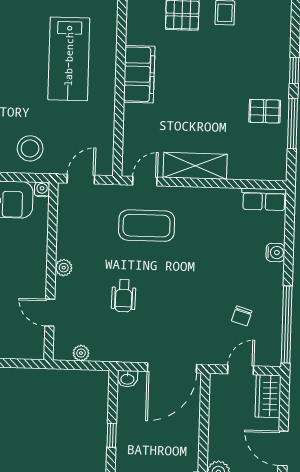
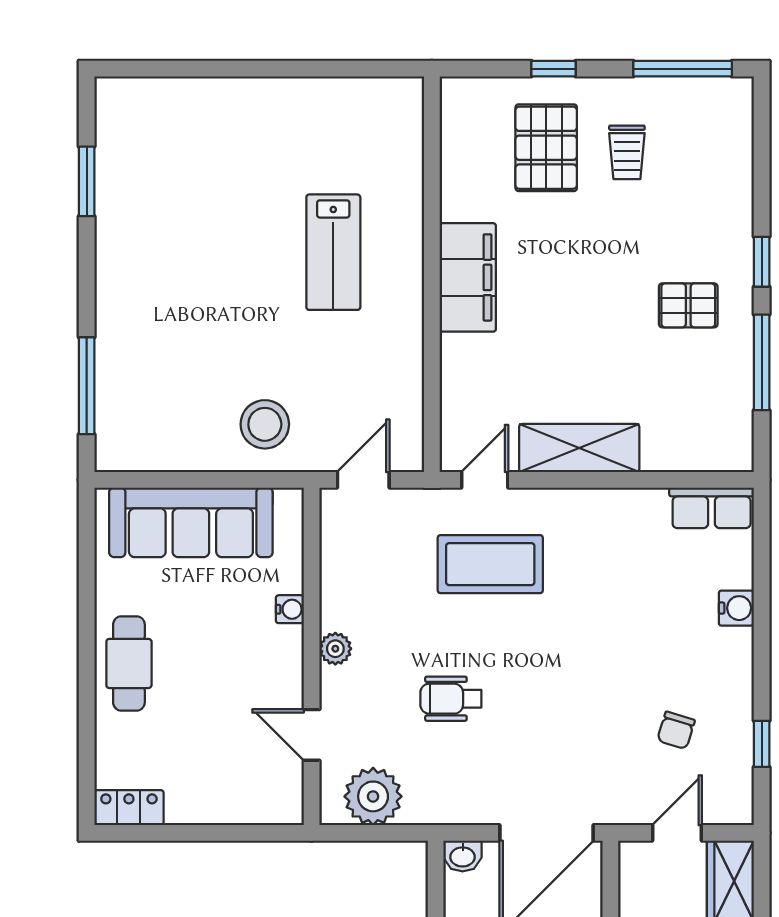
lab bench: (69, 59) -> (333, 252), width x0.73, depth x0.72
pallet: (265, 111) -> (688, 305), moved
water cooler: (42, 189) -> (290, 609), moved, turned 90
wheelchair: (124, 296) -> (451, 699), turned 89
window: (287, 324) -> (762, 744), width x0.32
plant: (81, 353) -> (373, 796), width x1.88, depth x1.88

